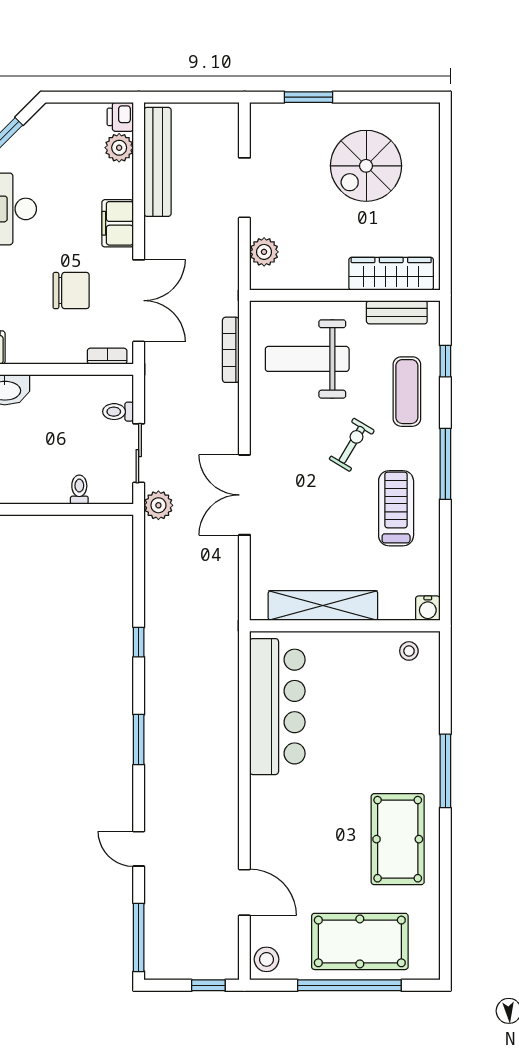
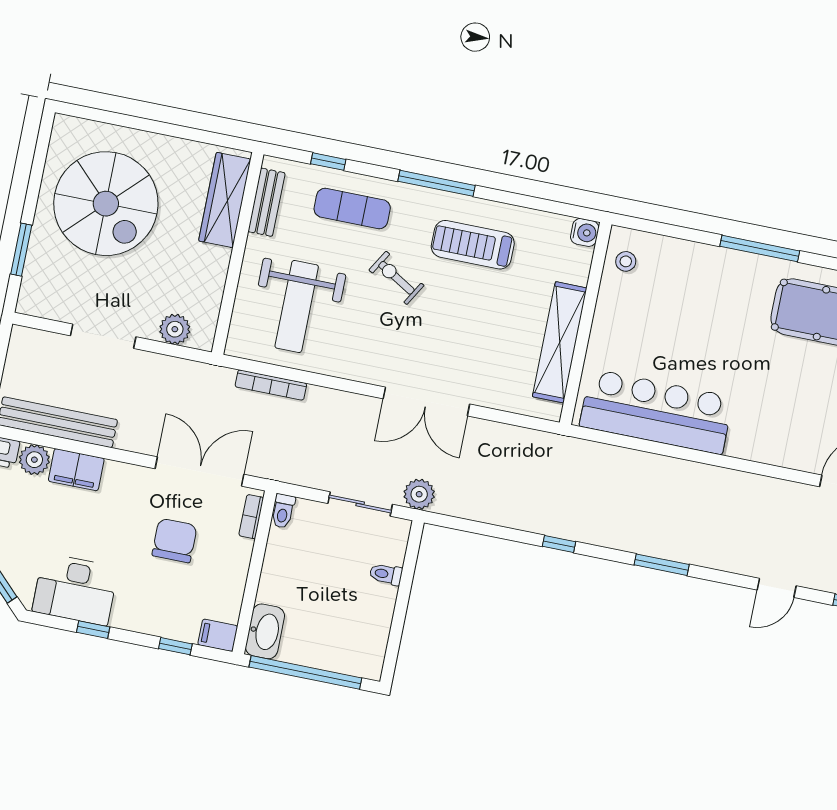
spiral stairs: (366, 166) -> (106, 204), width x1.37, depth x1.37
filing cabinet: (118, 223) -> (76, 470), moved
toilet: (118, 412) -> (283, 511), moved

